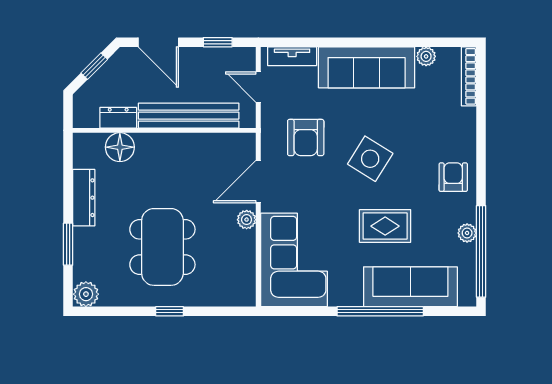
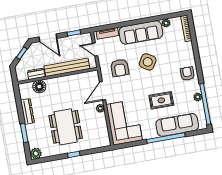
side table: (370, 159) -> (148, 62), moved

